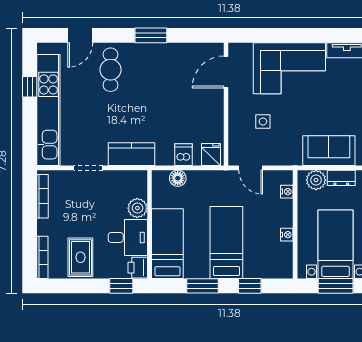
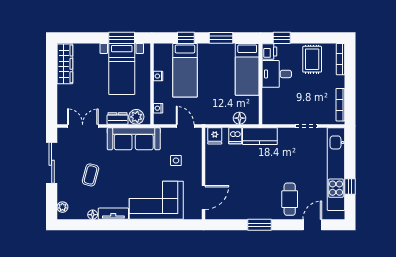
sofa: (329, 151) -> (134, 139), width x1.36
kitchen counter: (132, 154) -> (260, 136), moved
plant: (137, 208) -> (270, 96), removed
bed: (226, 242) -> (185, 70), moved

